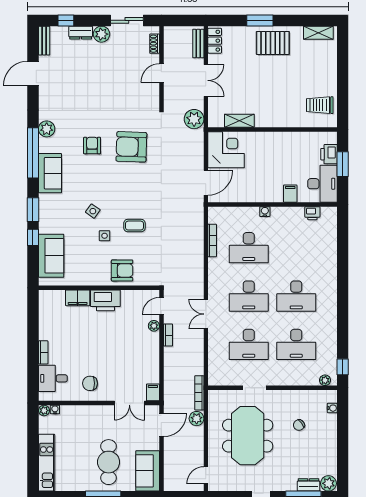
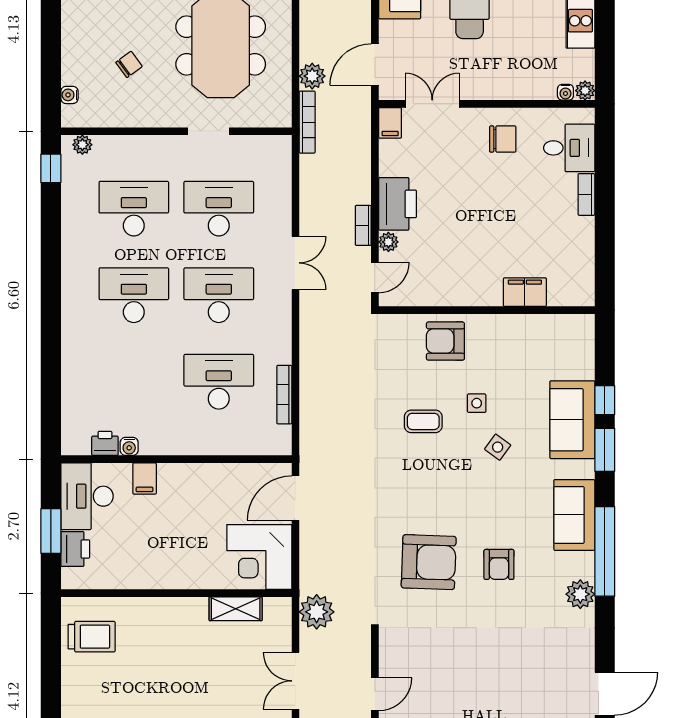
water cooler: (265, 212) -> (129, 446), moved
sofa: (51, 256) -> (572, 420), moved
printer: (105, 300) -> (398, 204), moved, turned 90

